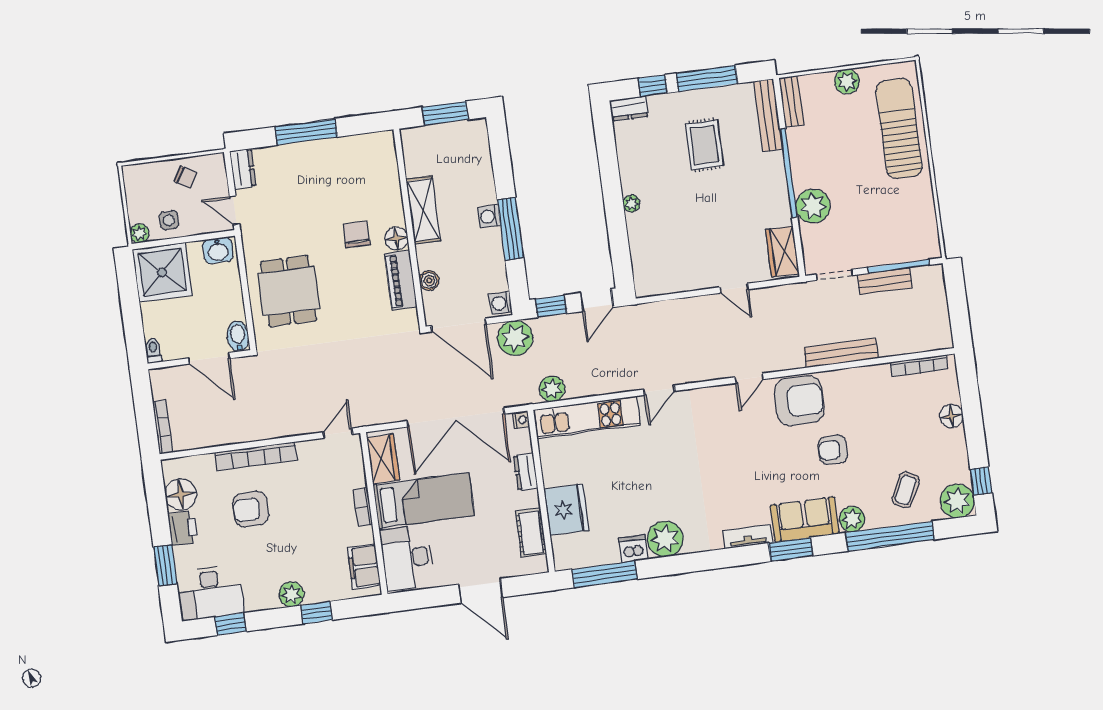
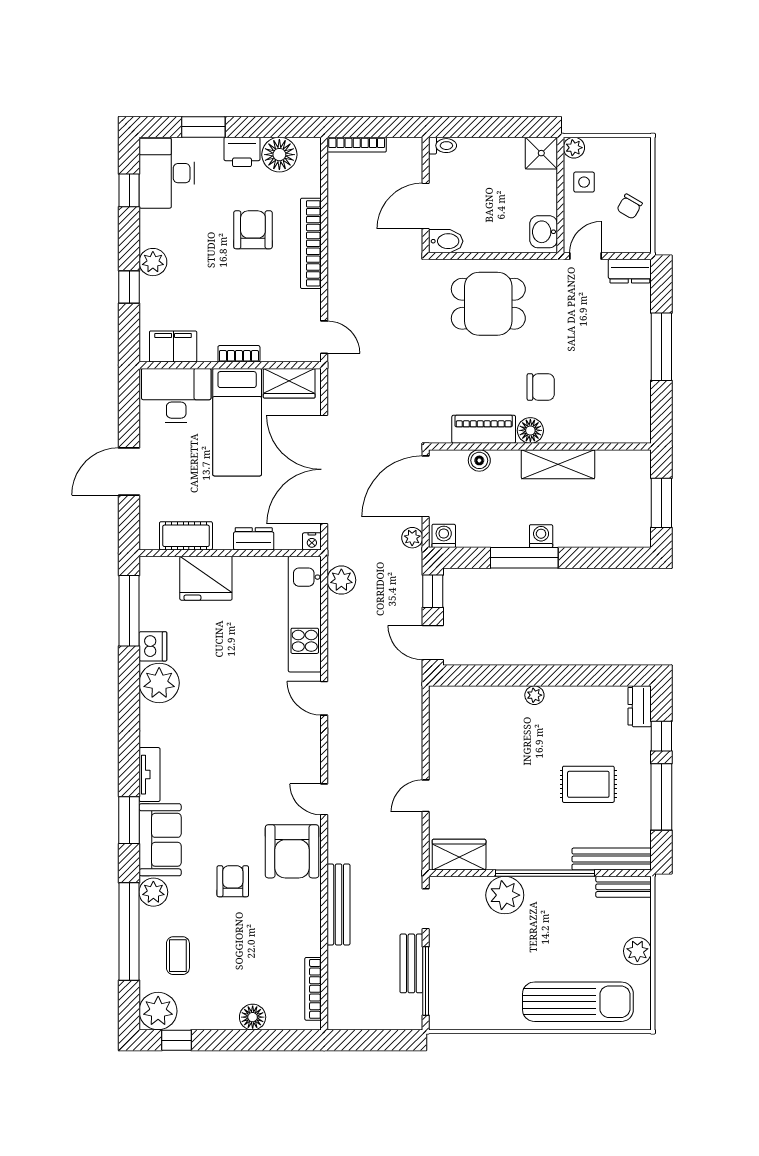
shower: (162, 272) -> (541, 153), width x0.54, depth x0.54
plant: (515, 338) -> (412, 538), width x0.53, depth x0.53
coffee table: (906, 490) -> (178, 956), turned 63

